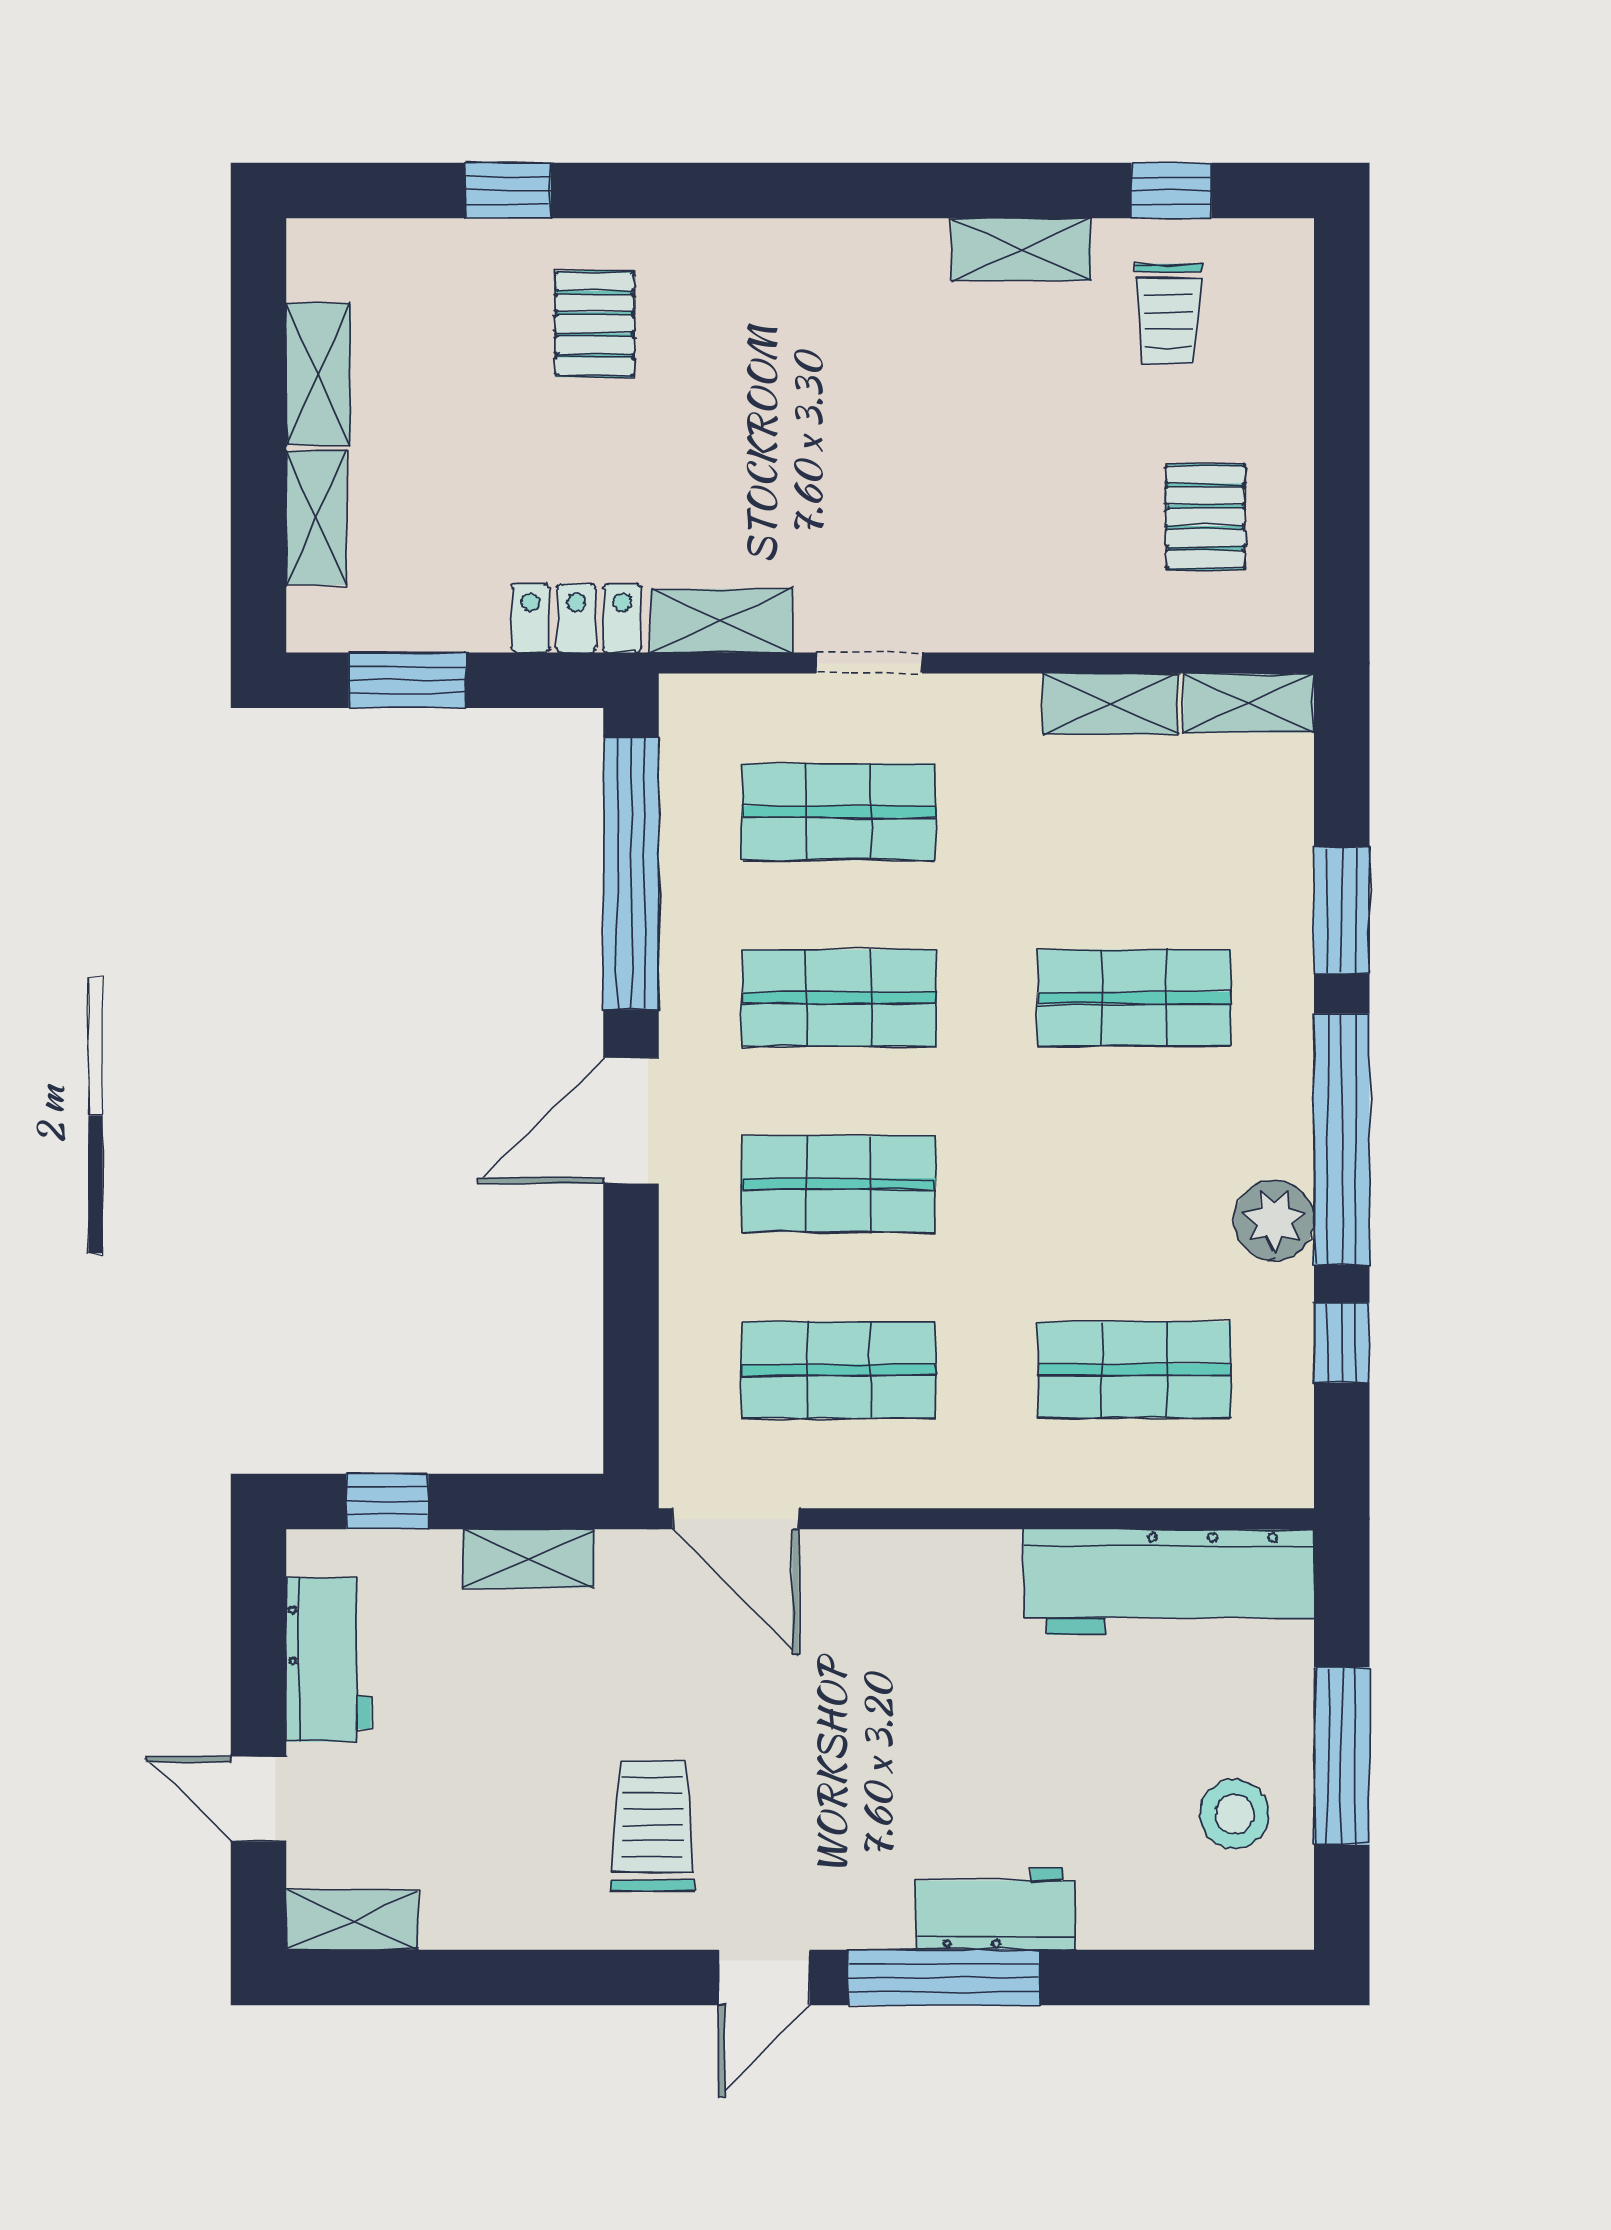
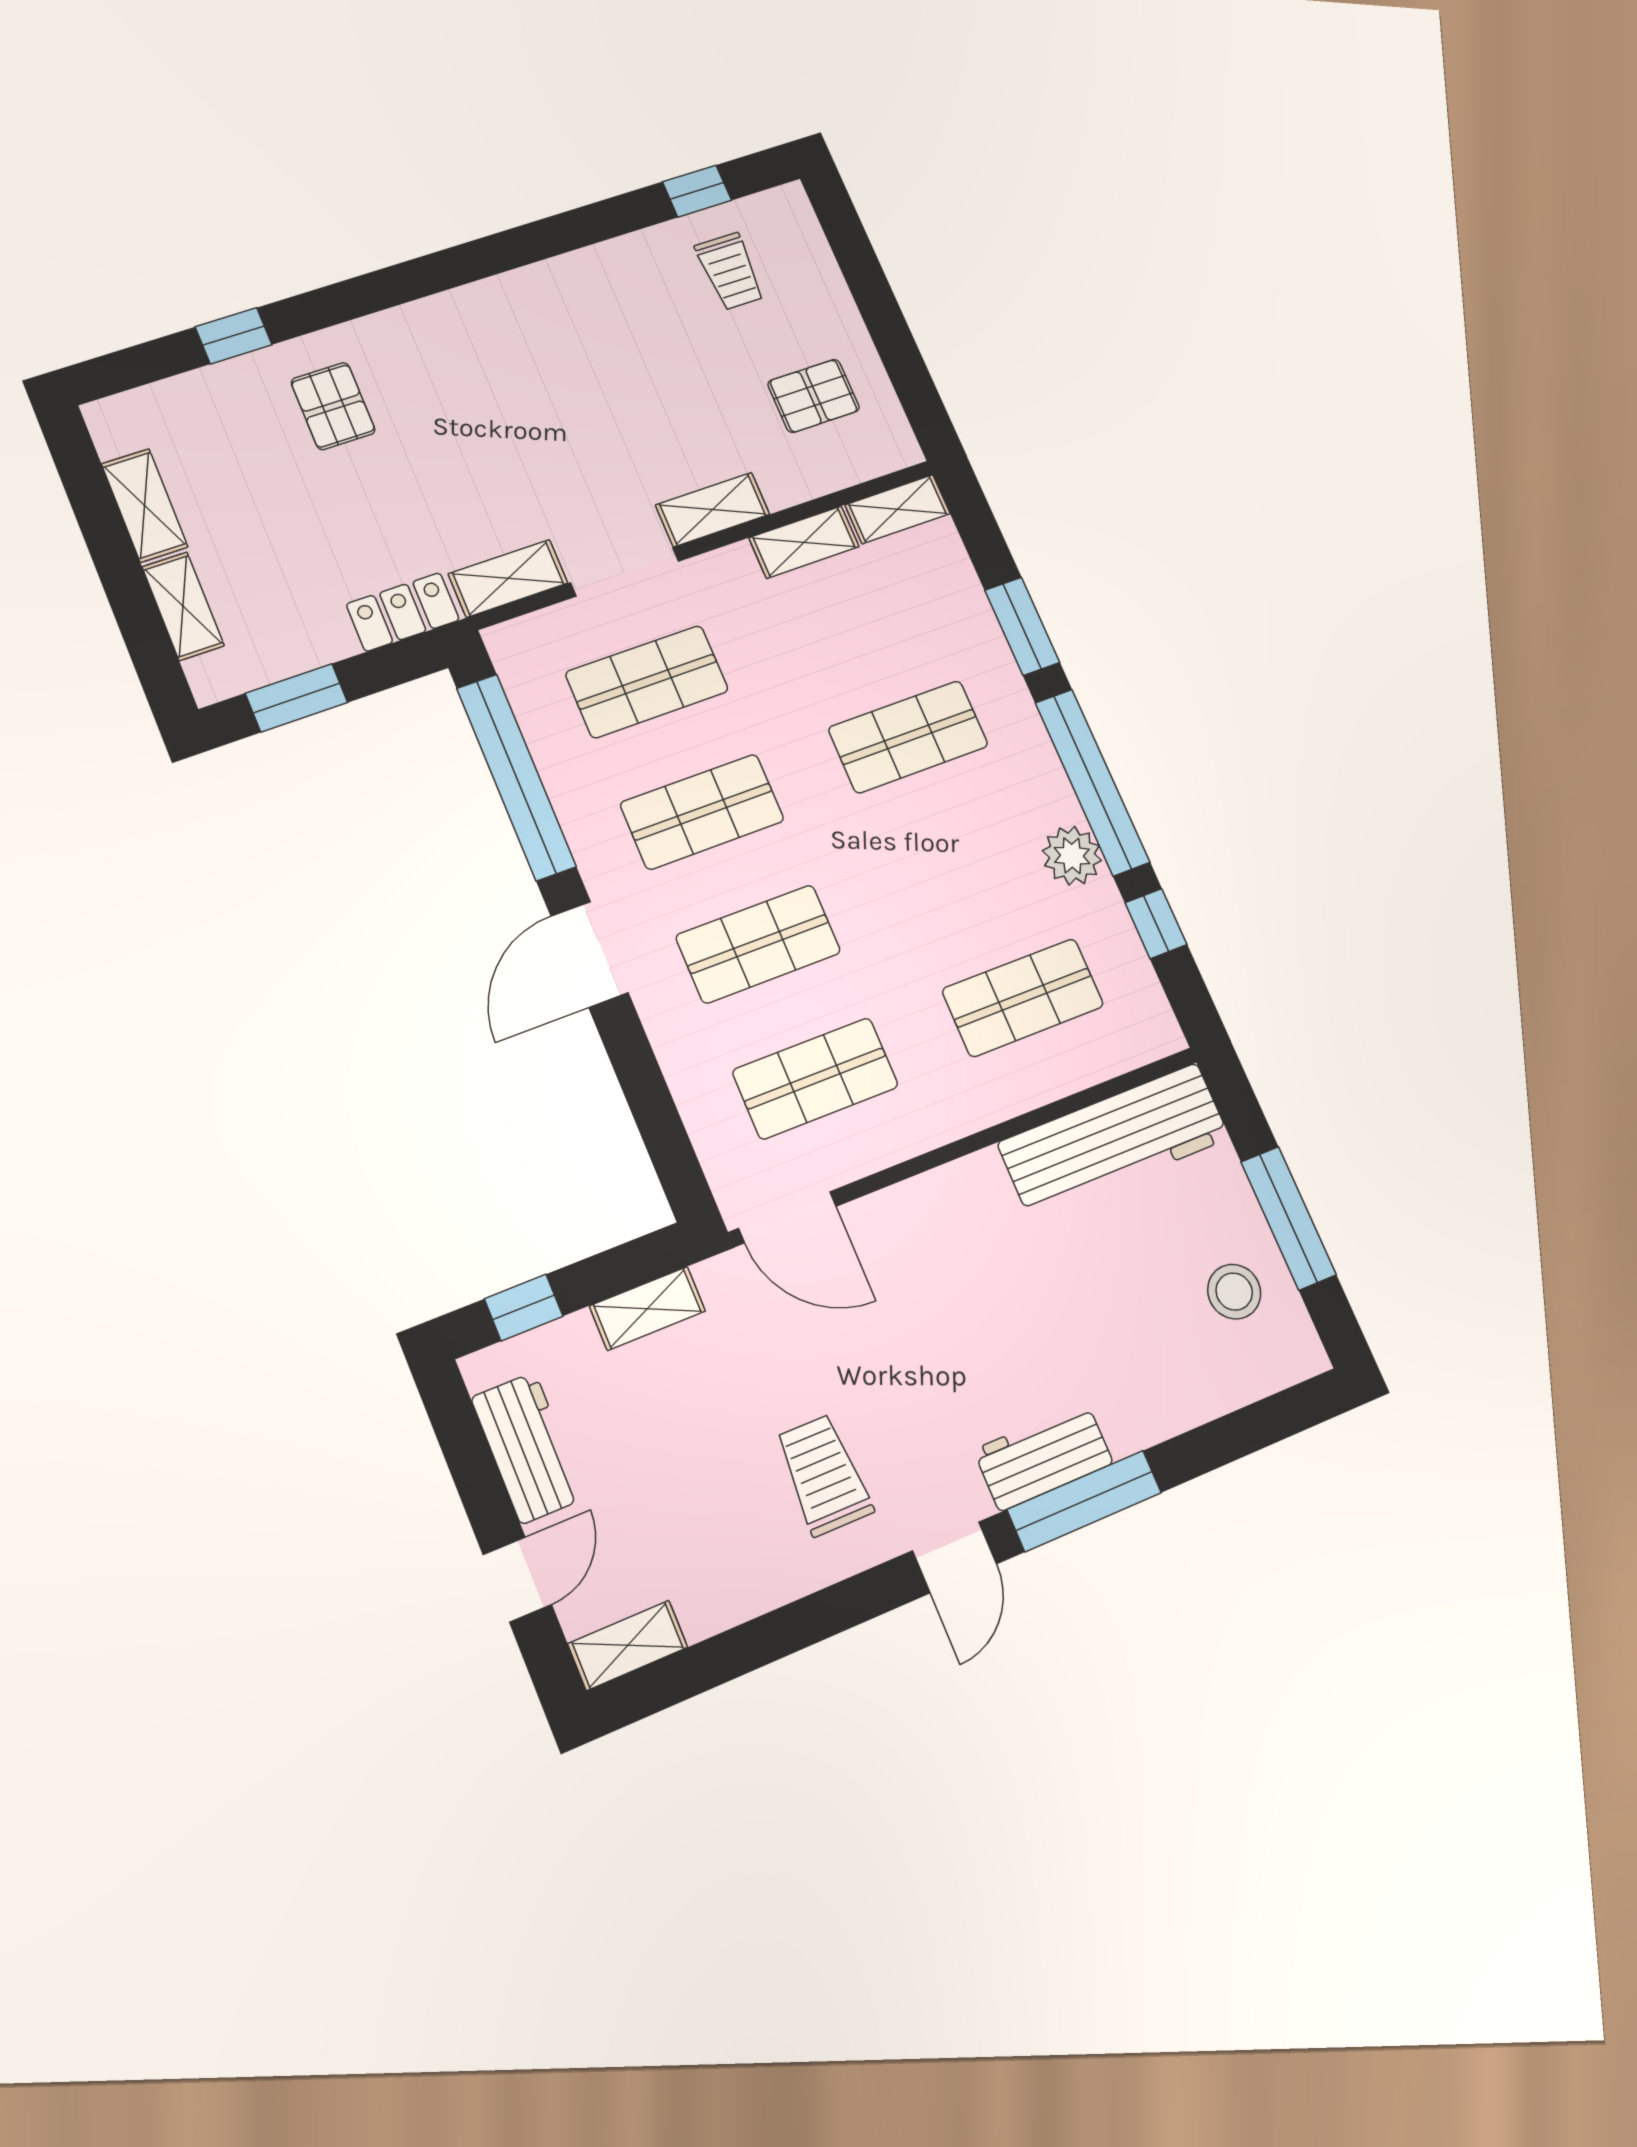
shelving: (1021, 249) -> (713, 510), moved
pallet: (1205, 517) -> (814, 396), turned 90
doorway: (869, 663) -> (625, 572), width x1.38
door: (258, 1799) -> (517, 1580), swing flipped
workbench: (996, 1909) -> (1043, 1456), moved

